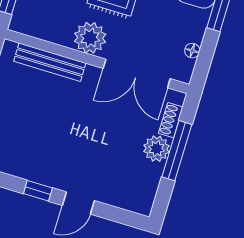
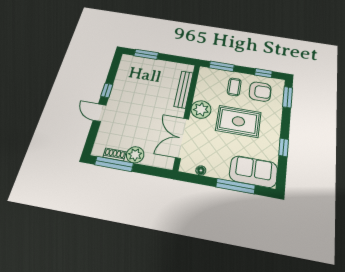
shoe rack: (171, 120) -> (115, 154), moved
window: (177, 151) -> (114, 164), moved

